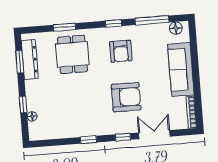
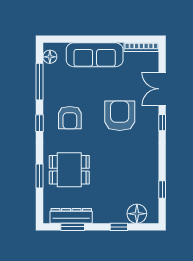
armchair: (121, 51) -> (70, 118), turned 90
floor lamp: (32, 116) -> (137, 214), width x1.89, depth x1.89
window: (88, 140) -> (162, 190), moved

